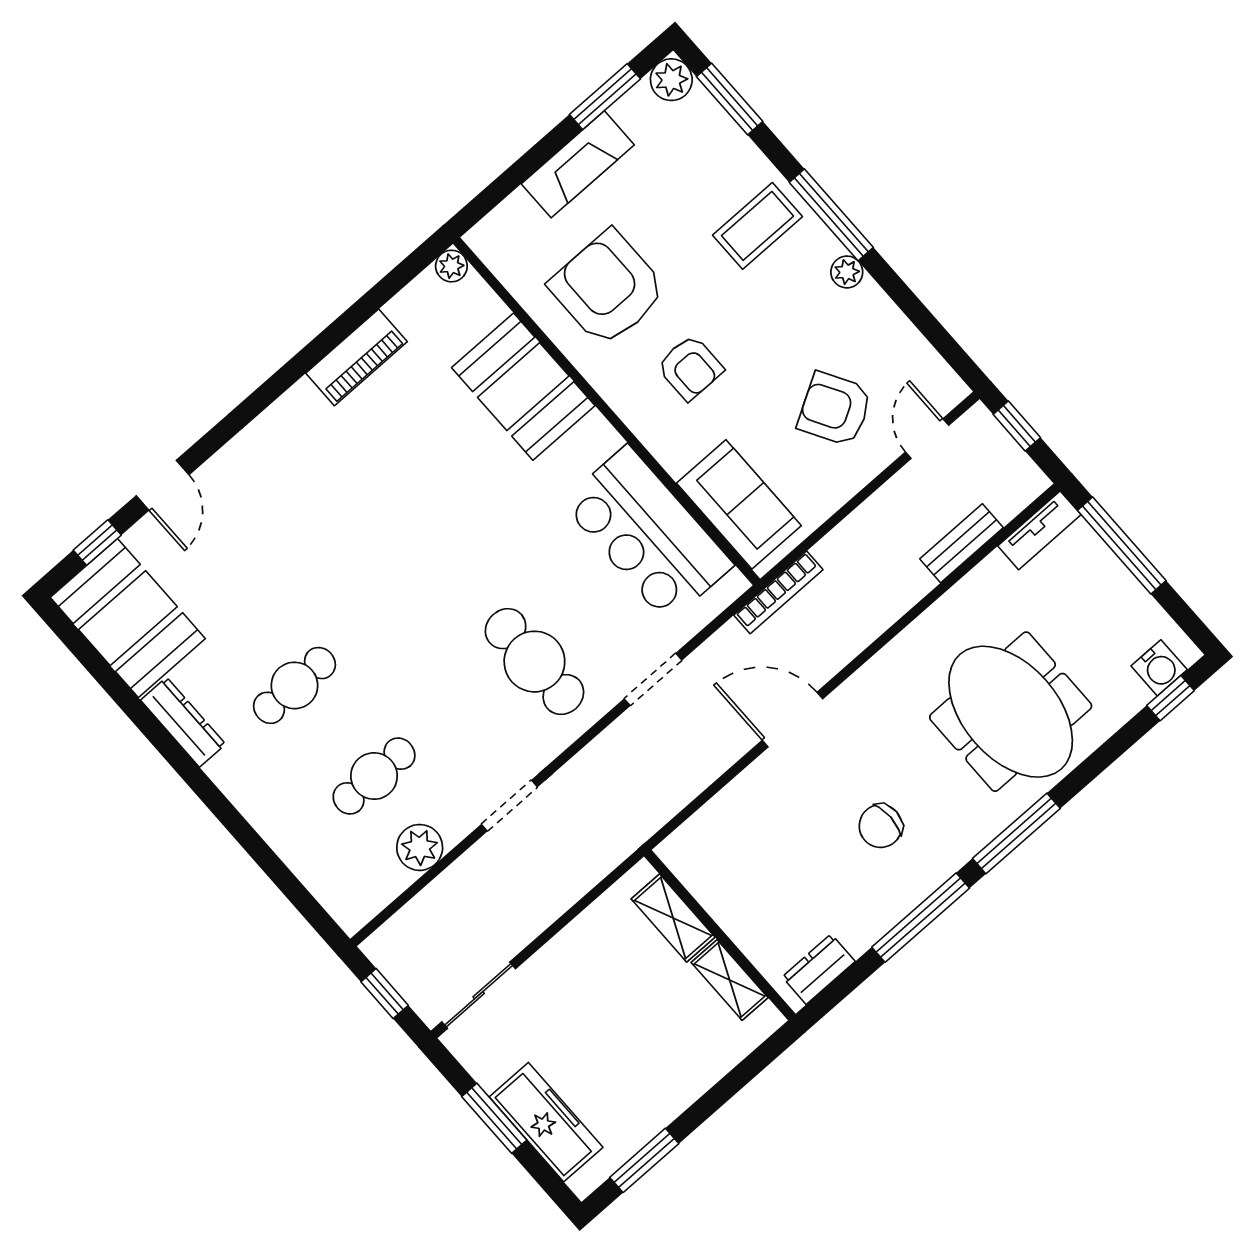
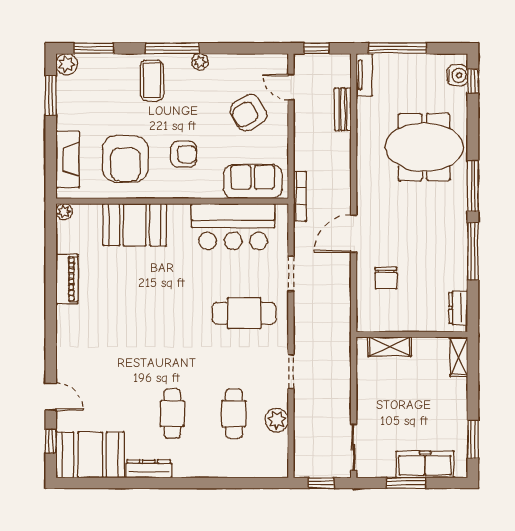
fireplace: (578, 164) -> (68, 159), moved
armchair: (608, 288) -> (125, 159), turned -90
chair: (881, 826) -> (386, 278), moved
shelving: (730, 980) -> (459, 357), moved, turned 90

